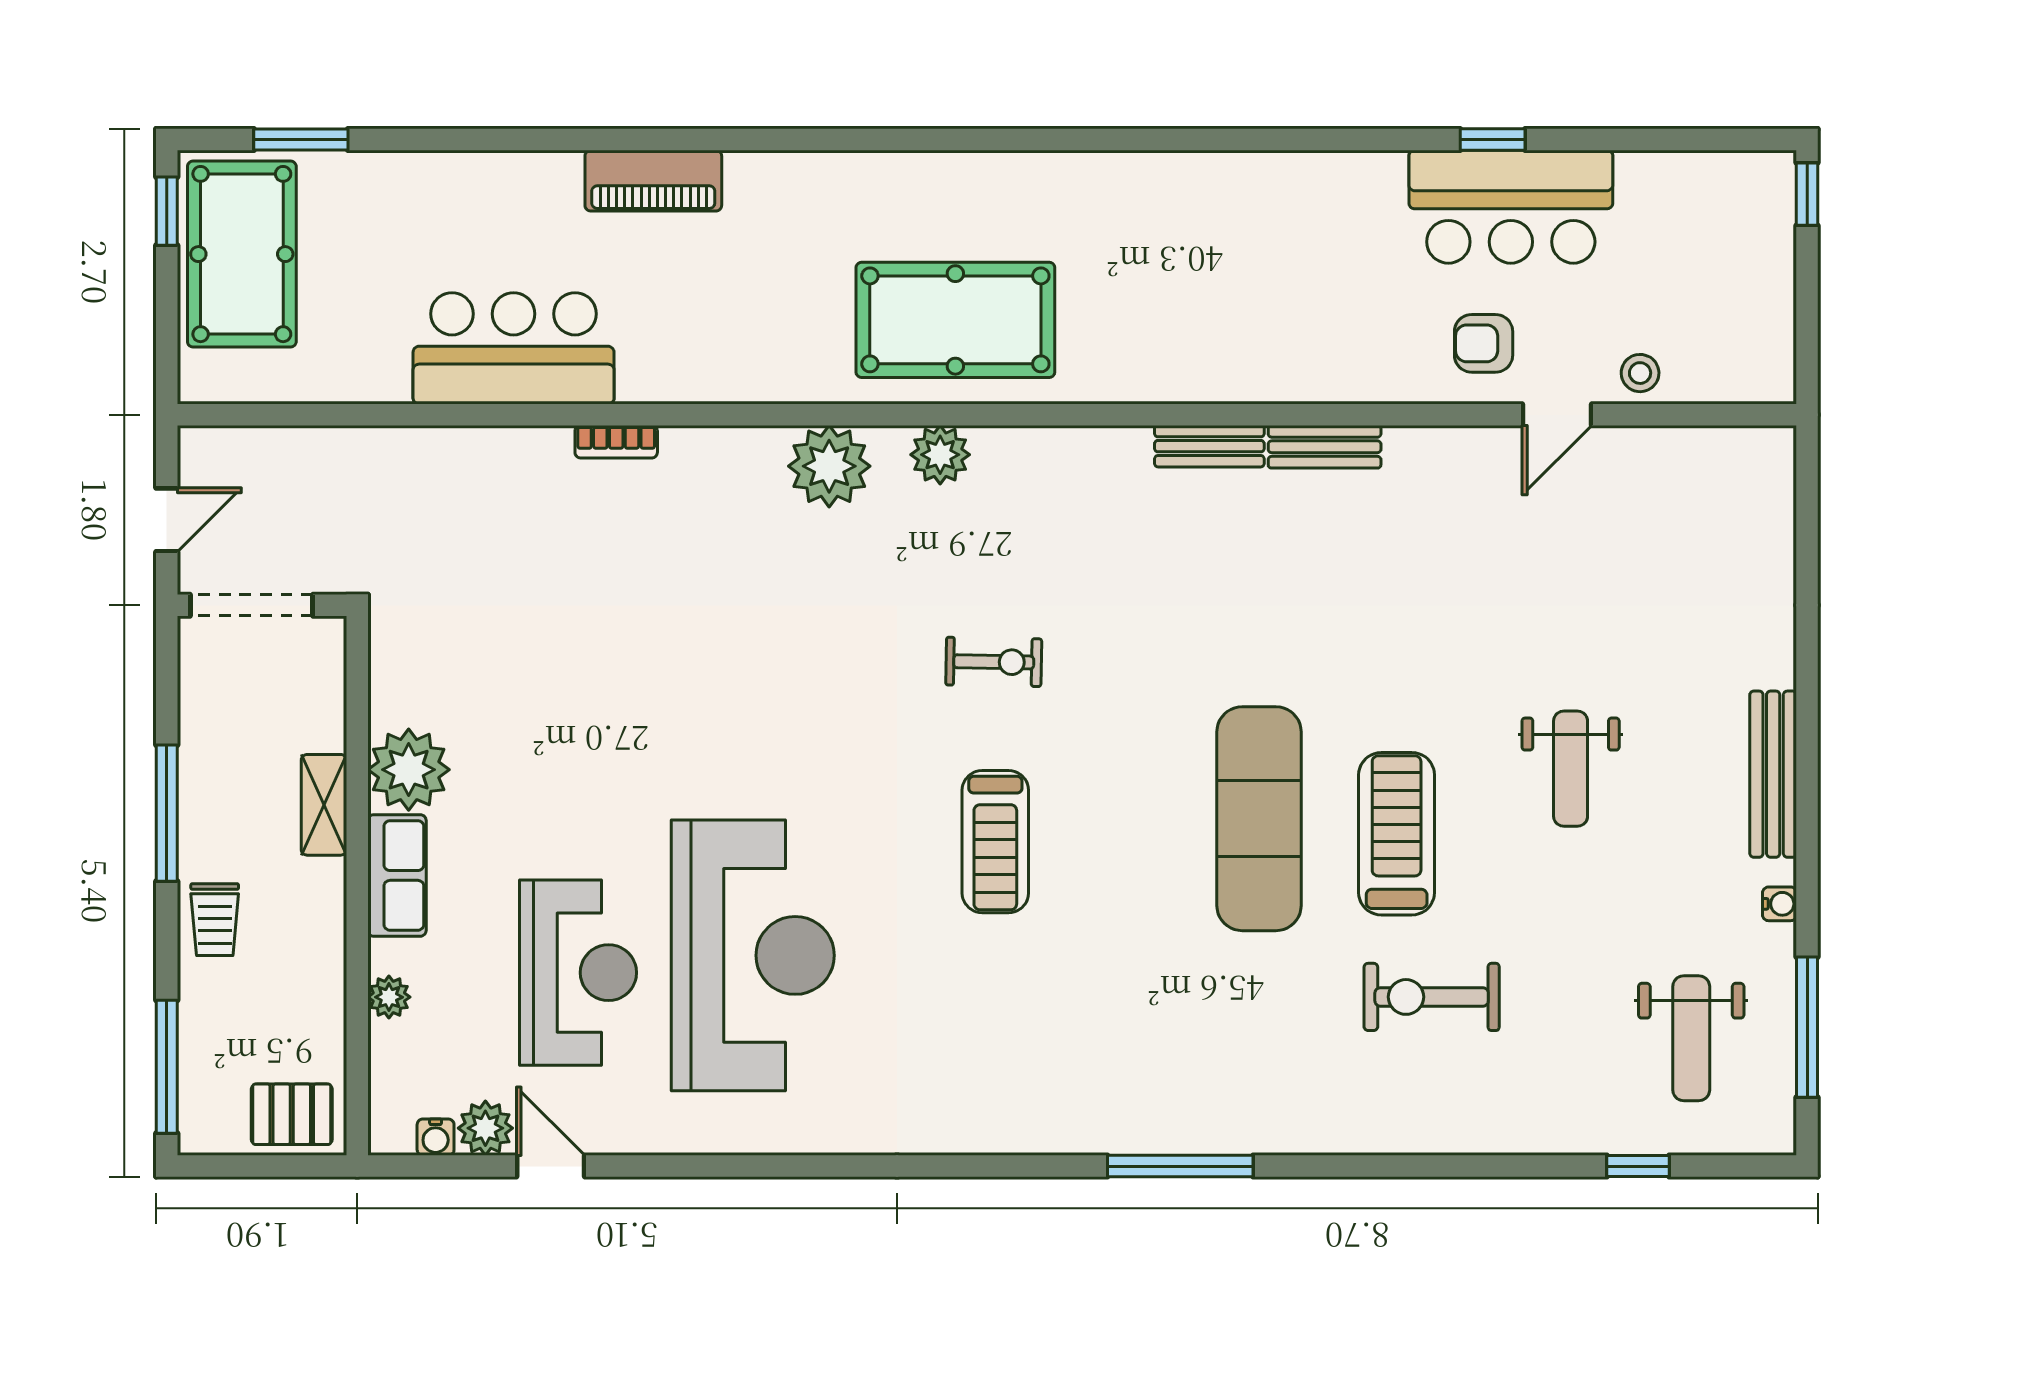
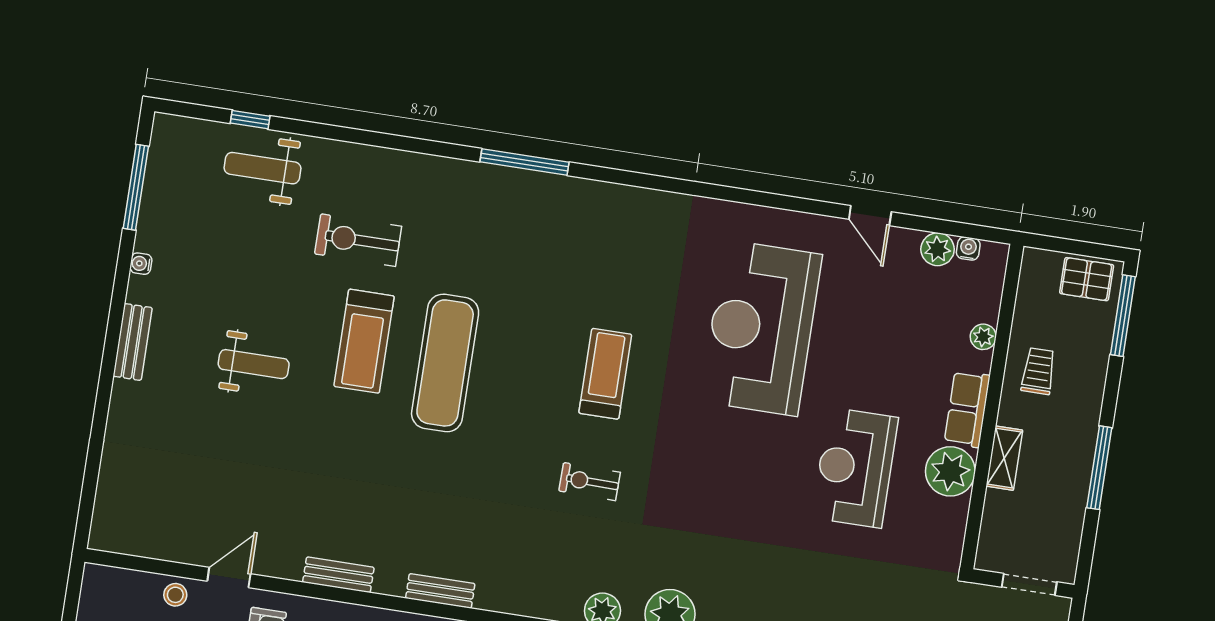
bench: (1325, 447) -> (338, 575), moved
doorway: (251, 605) -> (1029, 584), width x0.73
weight bench: (1571, 769) -> (254, 364), turned 90
bench: (1773, 774) -> (133, 342), width x0.73
trolley: (215, 920) -> (1038, 371), moved
reception desk: (578, 973) -> (855, 468), moved
exercise bike: (1432, 997) -> (358, 240), turned 180
weight bench: (1691, 1038) -> (262, 168), moved, turned -90
pallet: (292, 1114) -> (1087, 279), moved
door: (551, 1166) -> (870, 216), moved

